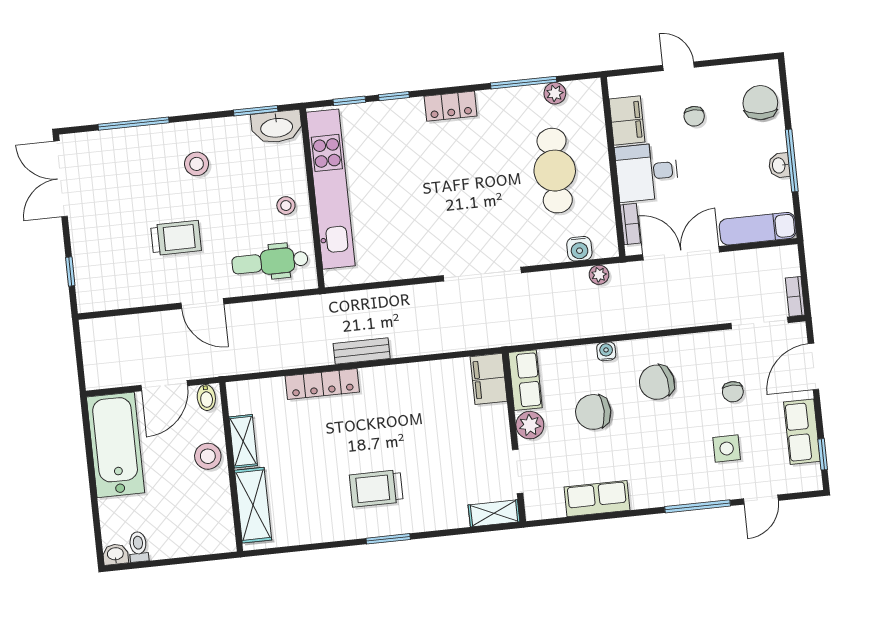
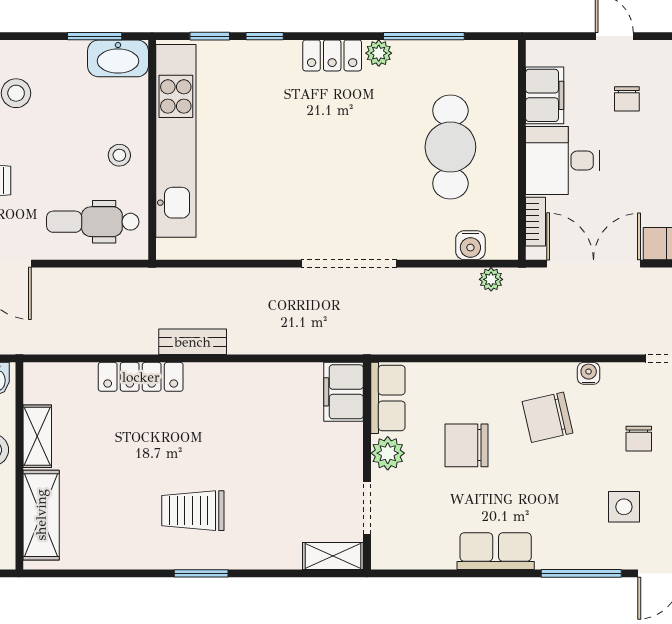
plant: (555, 93) -> (379, 53), moved
water cooler: (606, 351) -> (589, 373), moved
row of seats: (597, 499) -> (496, 551), moved

